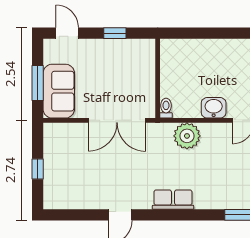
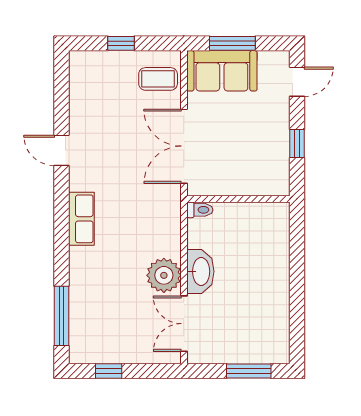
washbasin: (214, 108) -> (200, 271), width x1.38
plant: (187, 136) -> (164, 275), moved
coffee table: (65, 140) -> (158, 79), added

